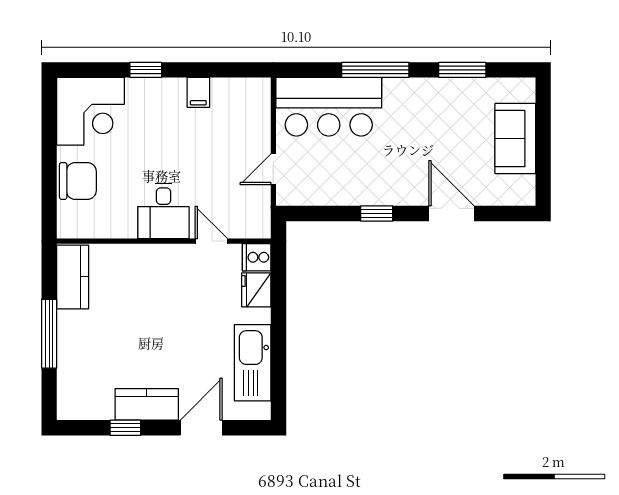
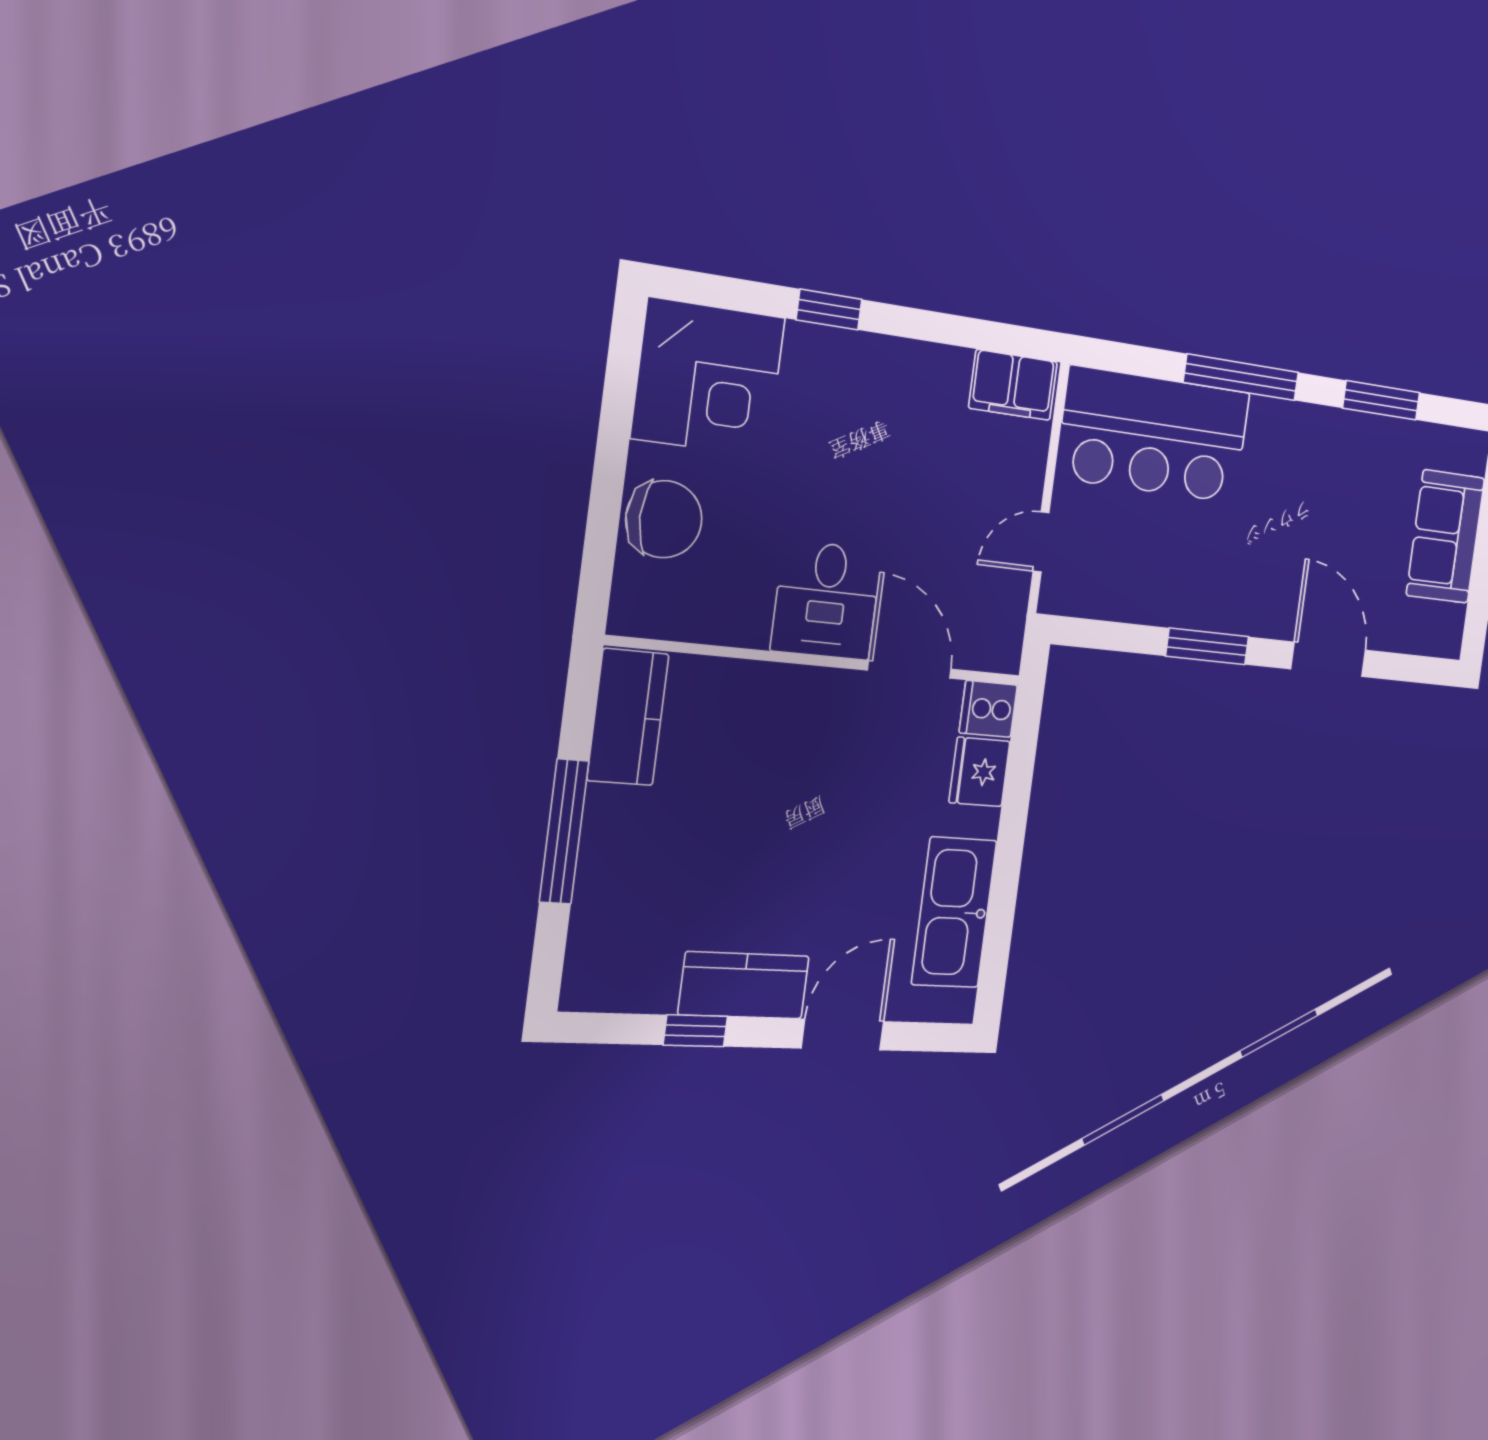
filing cabinet: (198, 92) -> (1013, 385), moved, width x2.00
window: (377, 213) -> (1207, 646), width x1.50
door: (211, 241) -> (909, 670), width x1.38

